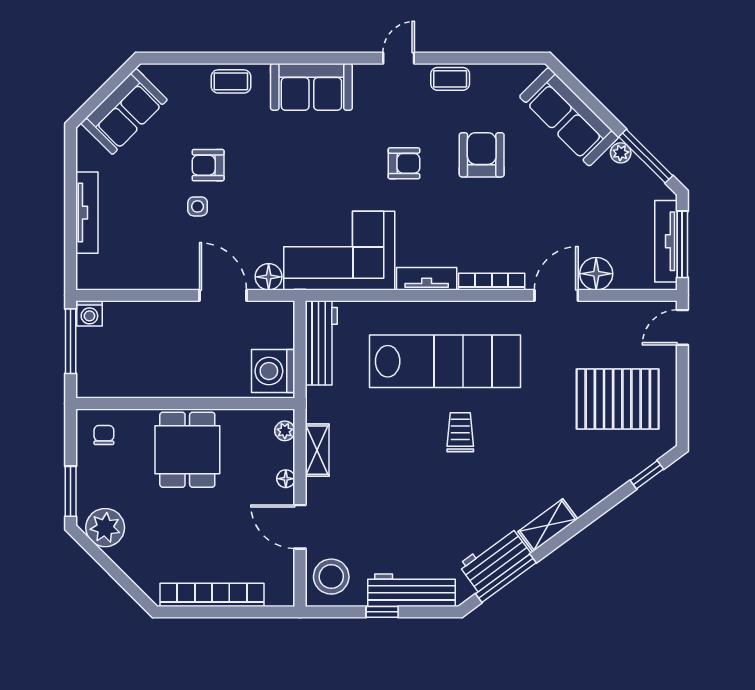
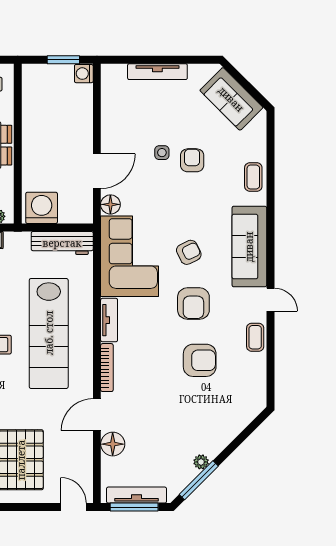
sofa: (311, 87) -> (249, 247), width x1.36
sofa: (569, 117) -> (227, 424), removed
armchair: (404, 163) -> (193, 304), width x1.38, depth x1.38
armchair: (334, 170) -> (189, 252), added
door: (556, 295) -> (97, 415), swing flipped
window: (71, 341) -> (63, 60), width x0.69

